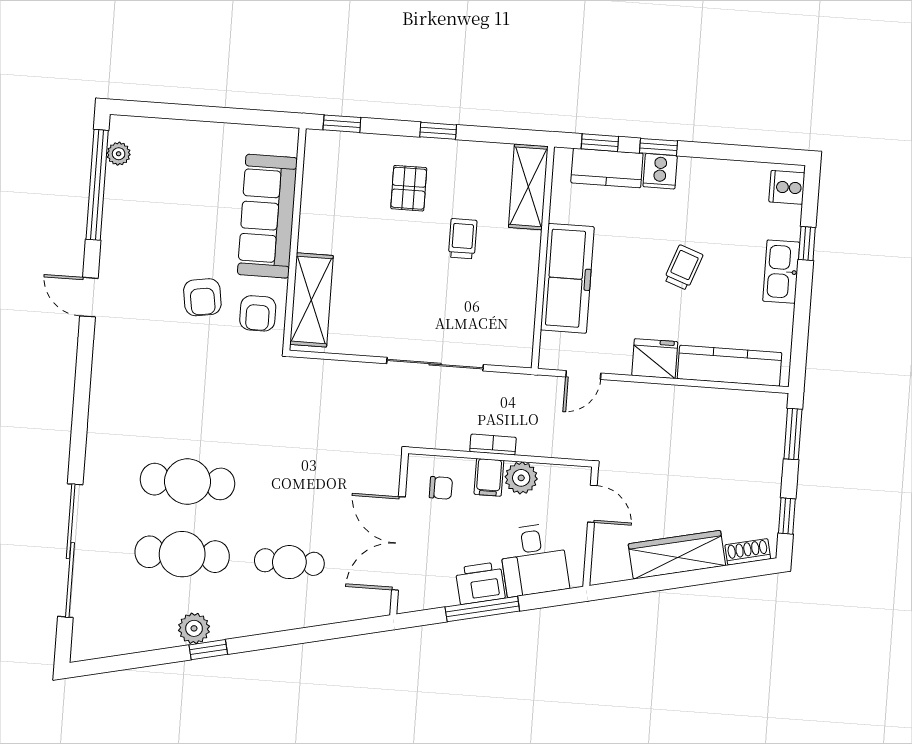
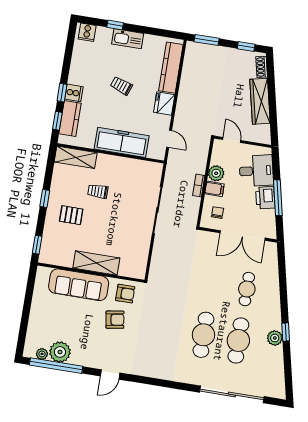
plant: (126, 190) -> (60, 352), added
shelving: (311, 300) -> (96, 263), moved
door: (592, 504) -> (232, 140), hinge flipped

